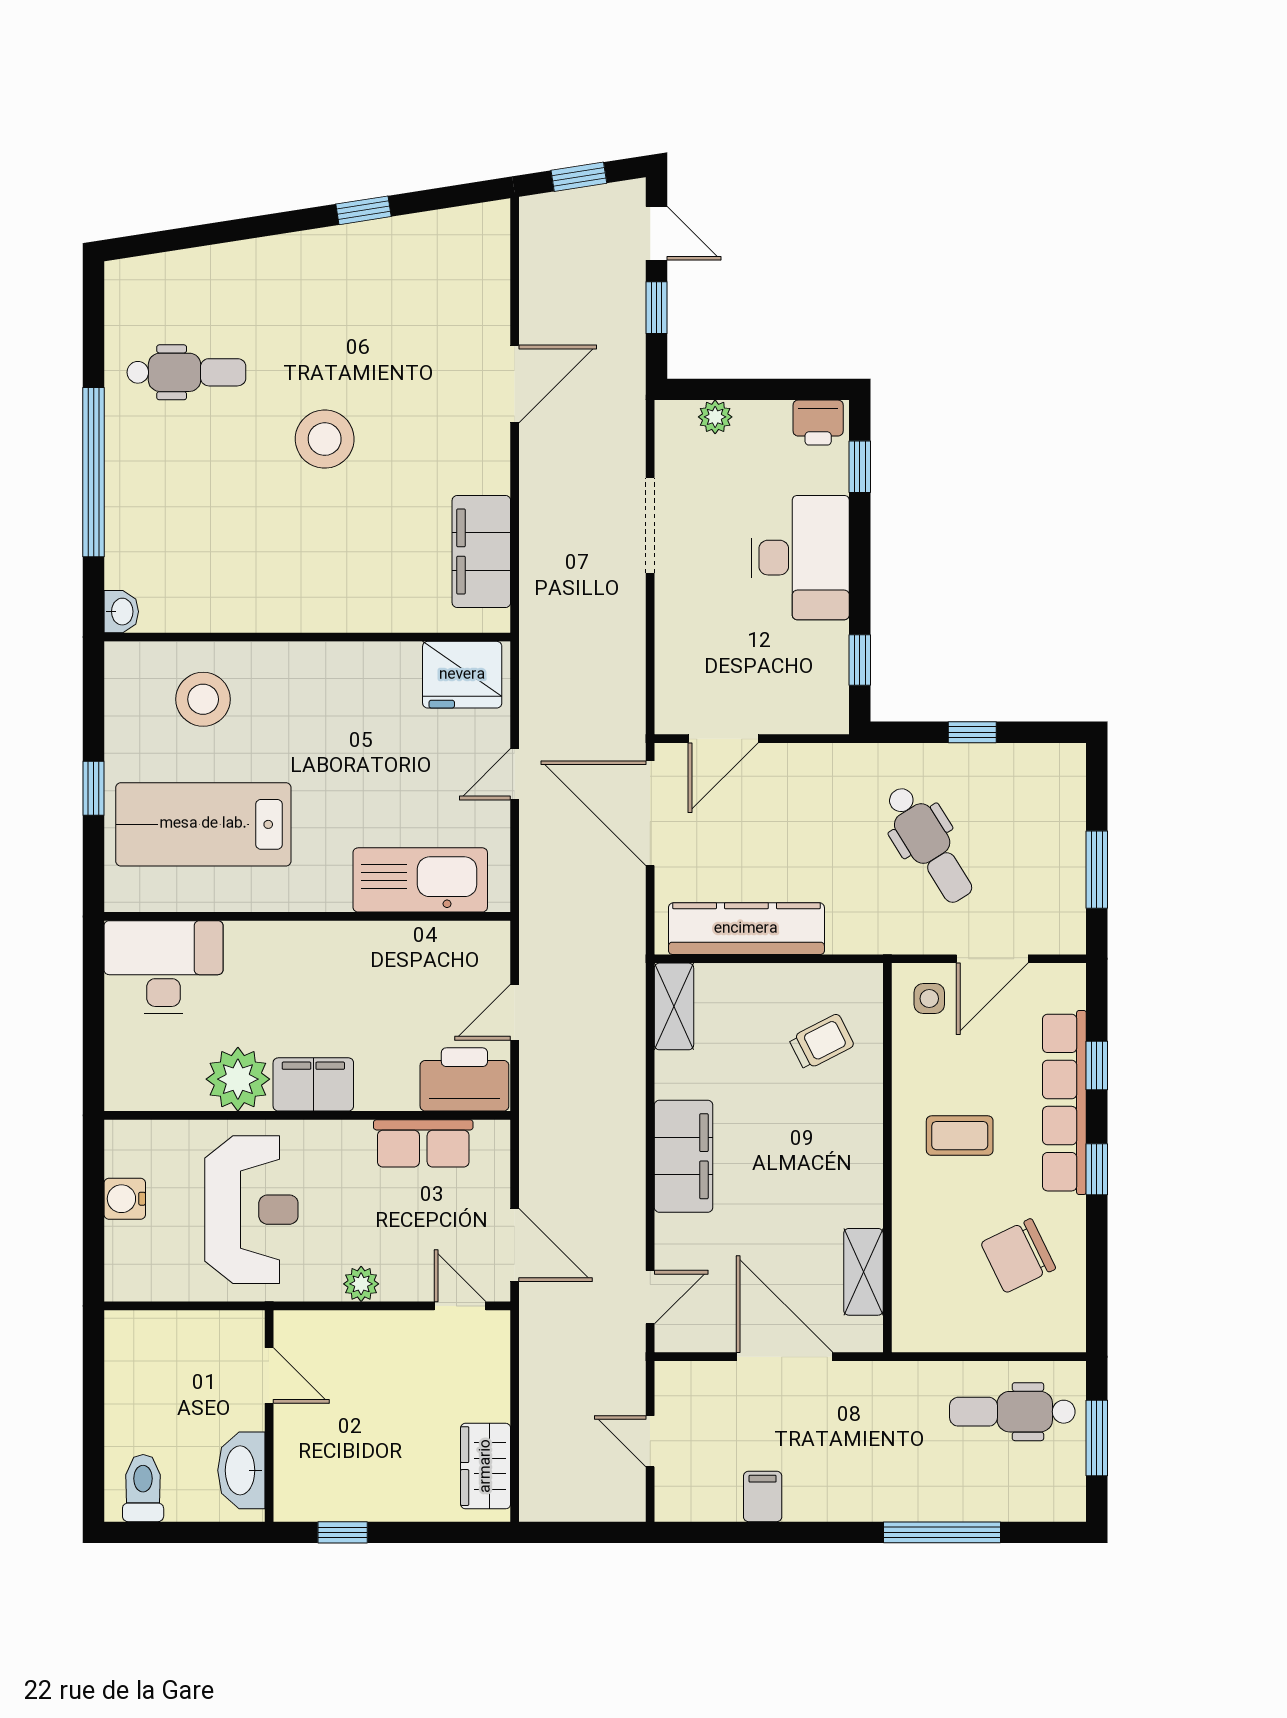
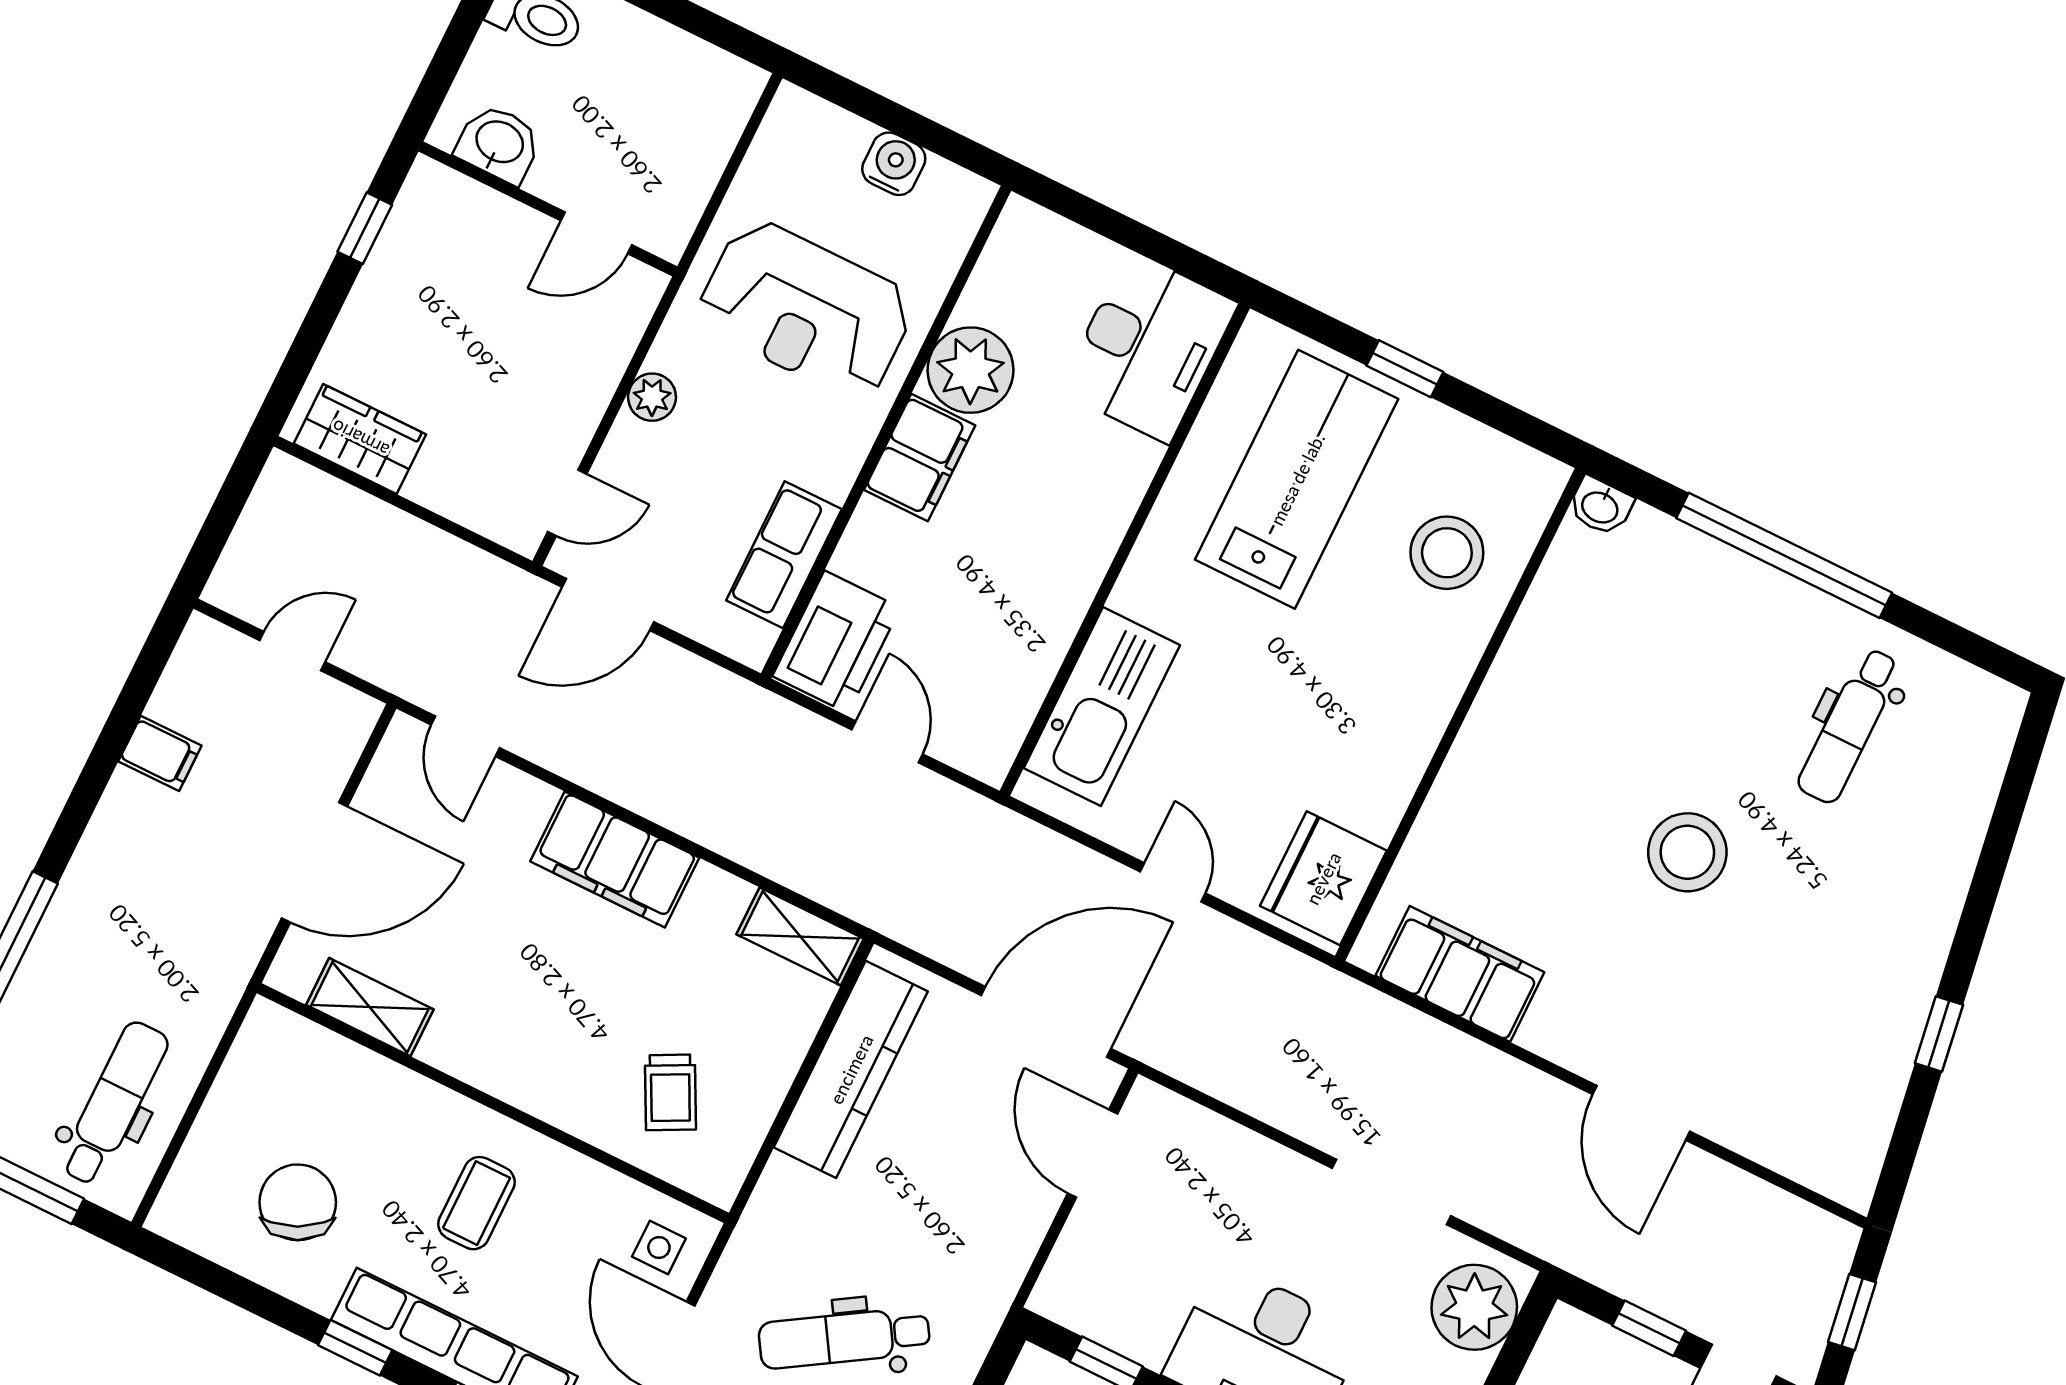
plant: (715, 417) -> (1474, 1307), width x1.88, depth x1.88
washbasin: (241, 1470) -> (499, 143), width x0.72

